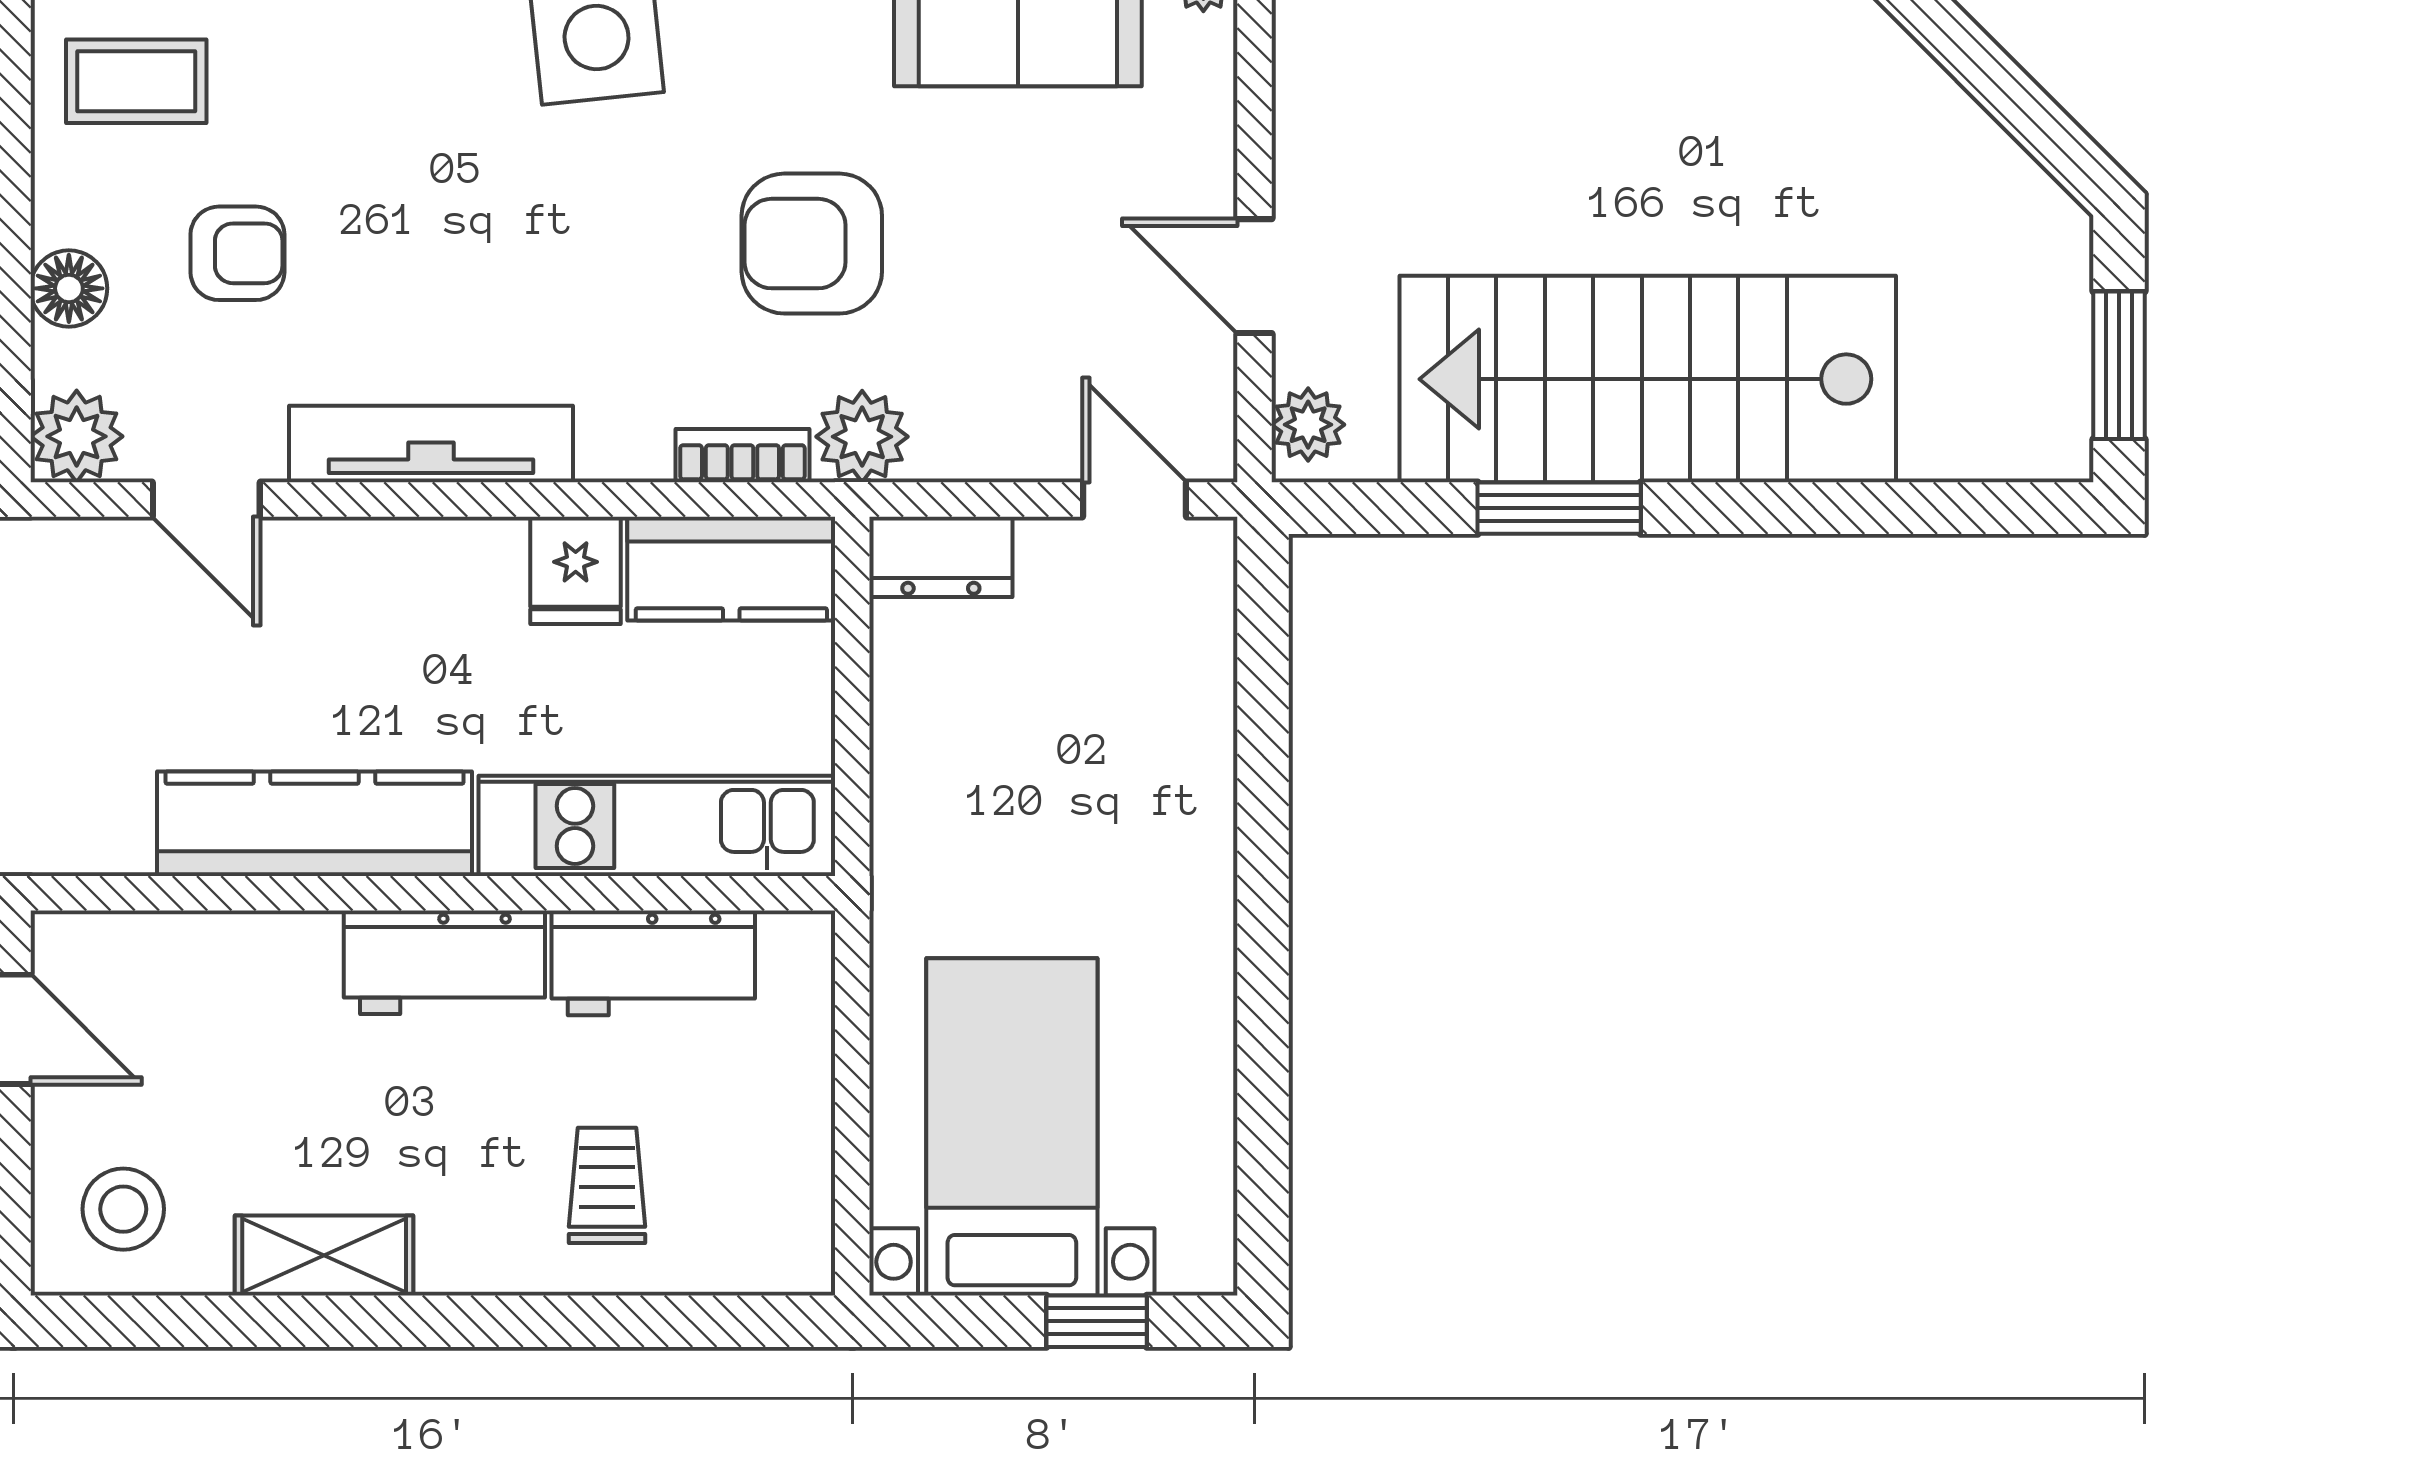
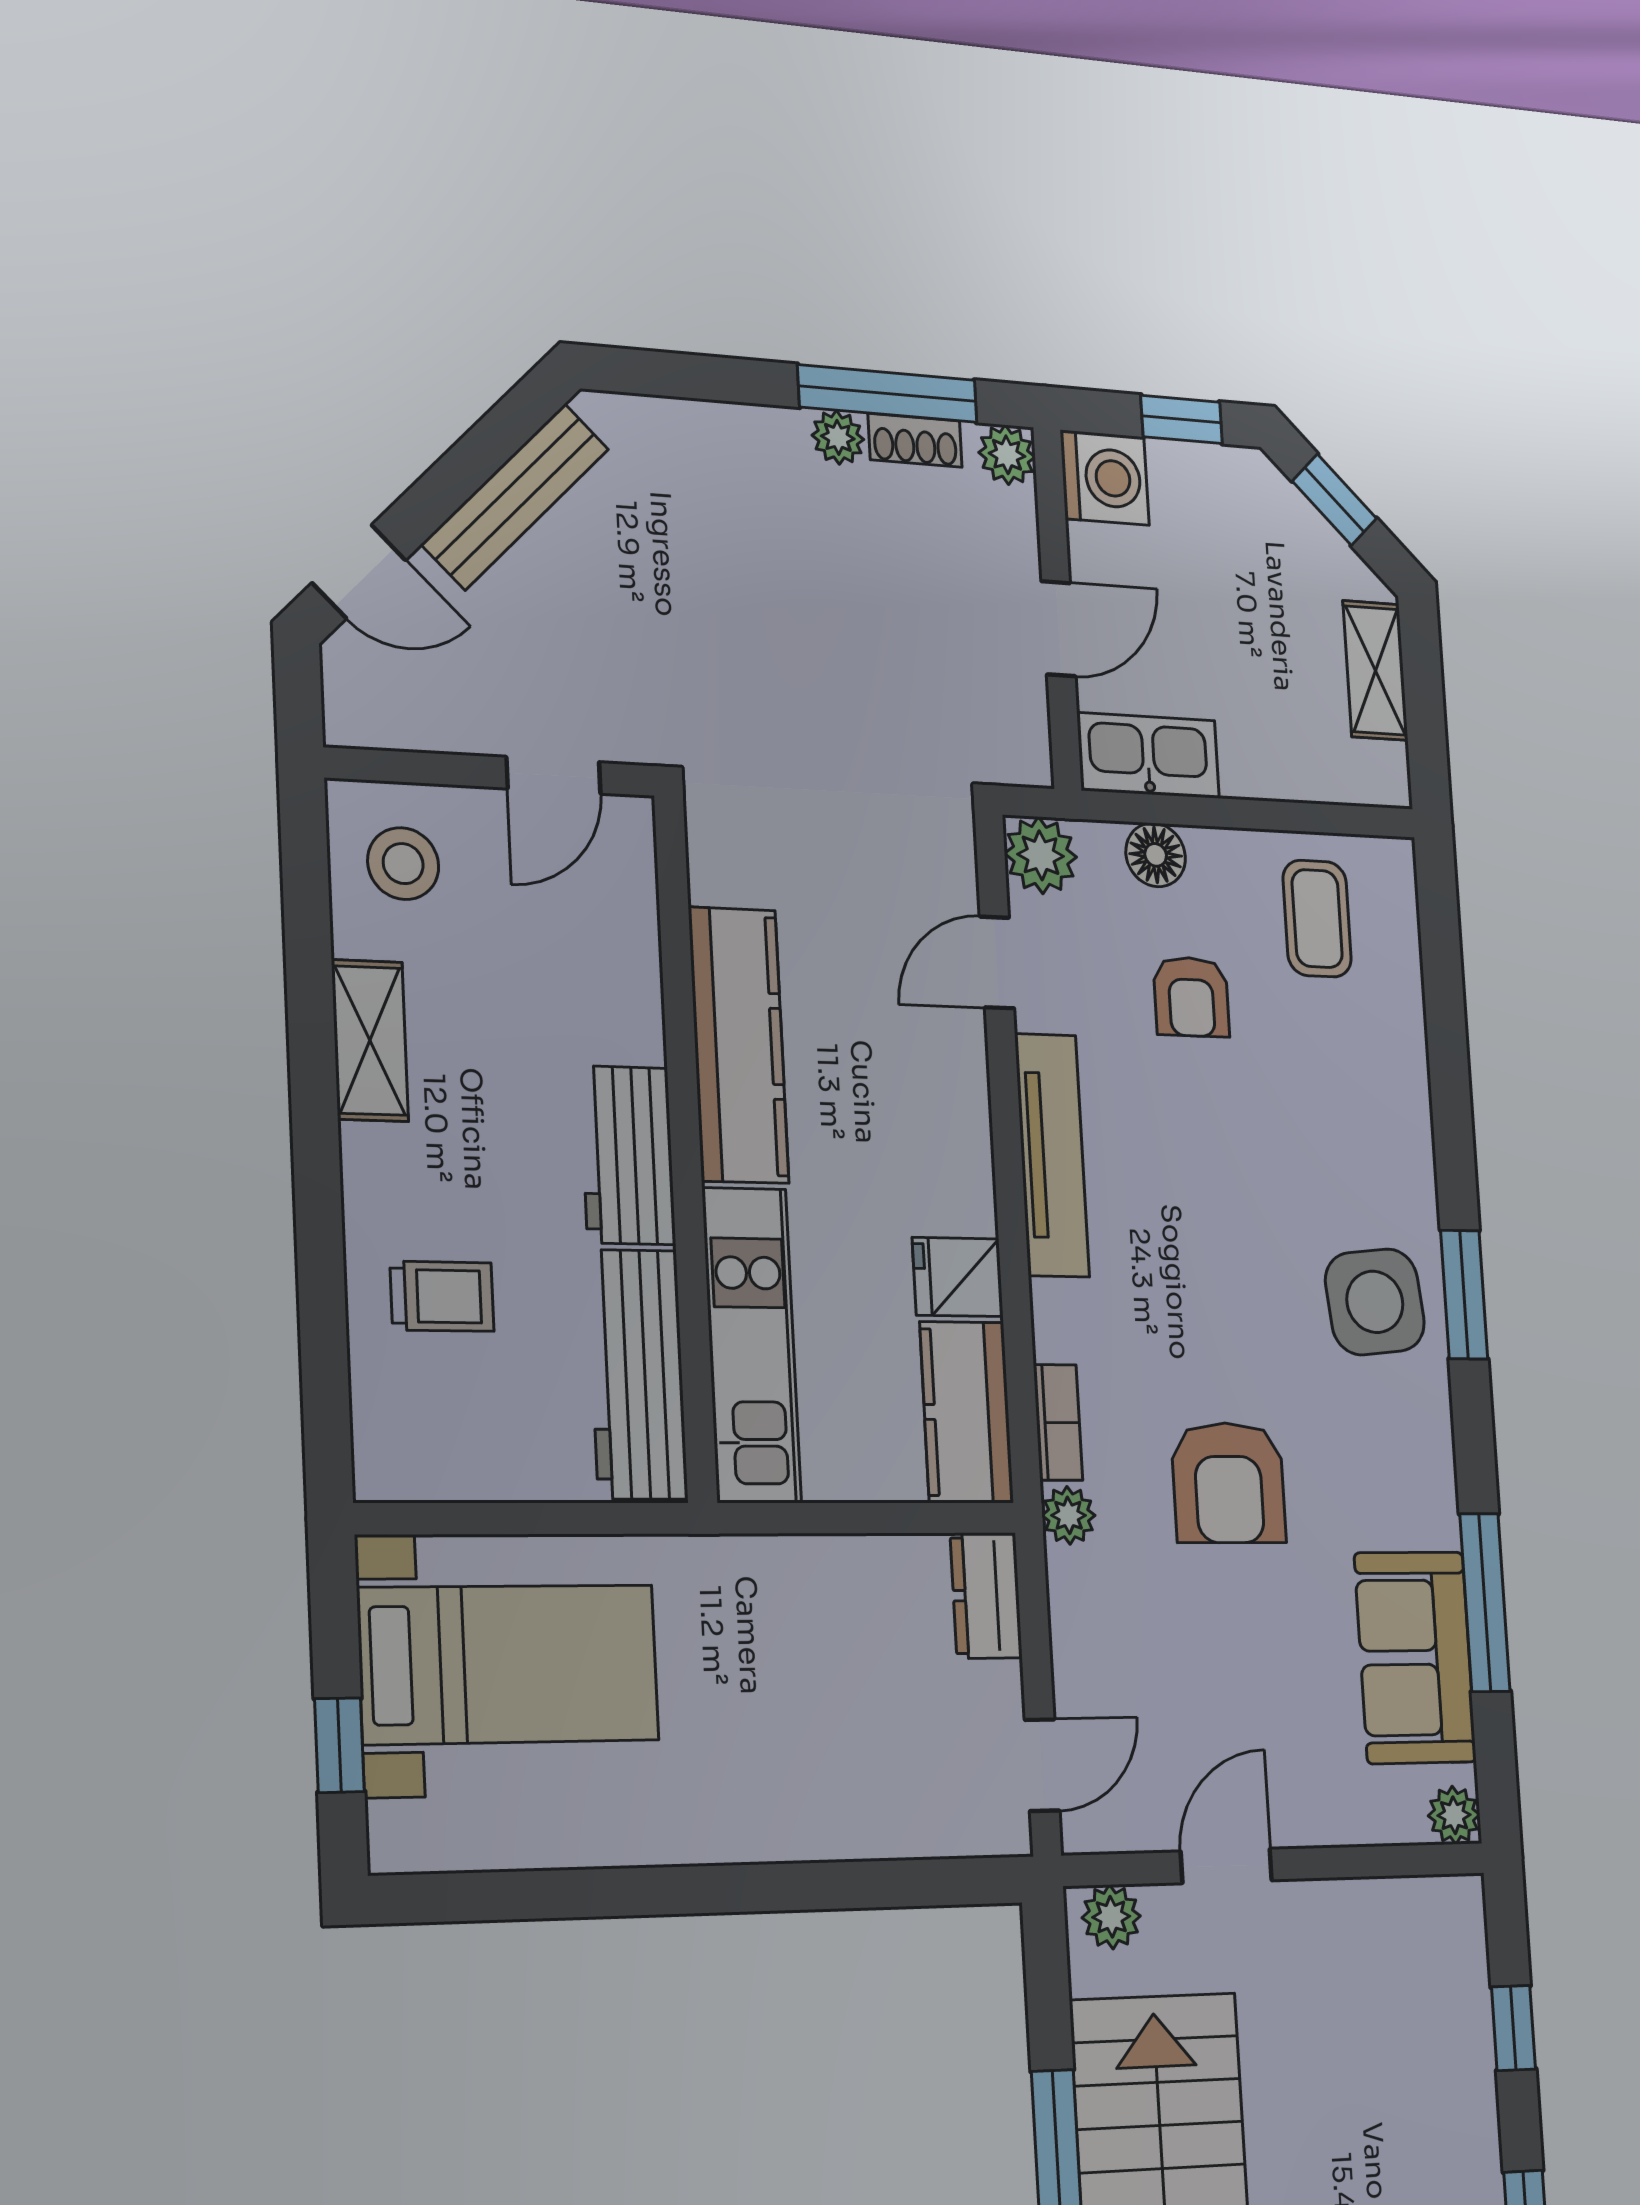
armchair: (812, 244) -> (1229, 1483), turned 180
plant: (862, 437) -> (1069, 1515), width x0.73, depth x0.73
workbench: (653, 963) -> (637, 1374), width x1.38

